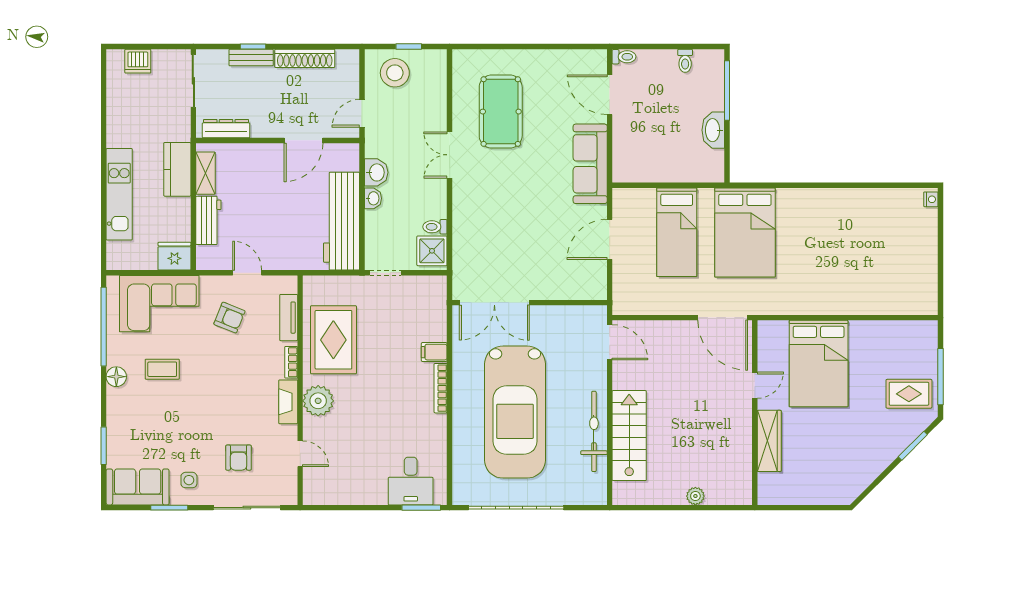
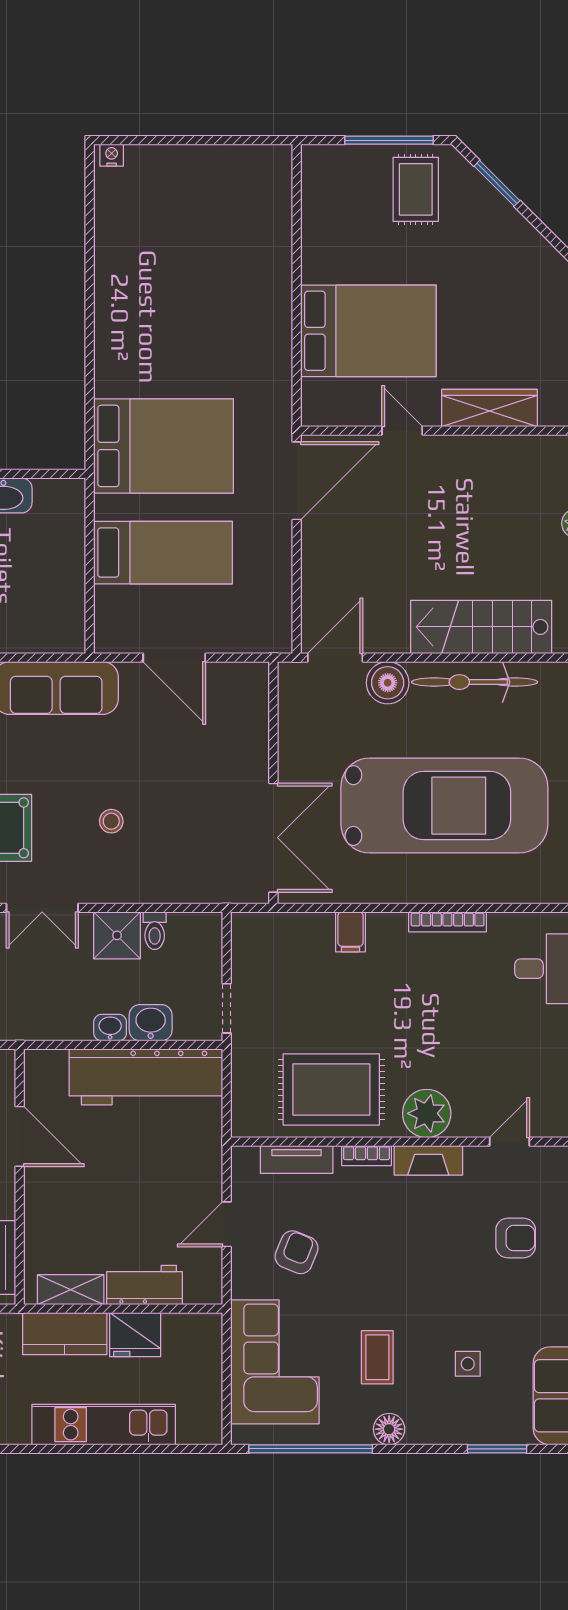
washbasin: (376, 172) -> (151, 1023), moved
stool: (505, 199) -> (111, 821), added
shower: (432, 251) -> (117, 935), moved
fridge: (174, 256) -> (135, 1335), moved, turned -90
boiler: (594, 376) -> (388, 683), added
bookcase: (441, 388) -> (447, 922), moved
side table: (189, 480) -> (468, 1364), moved

